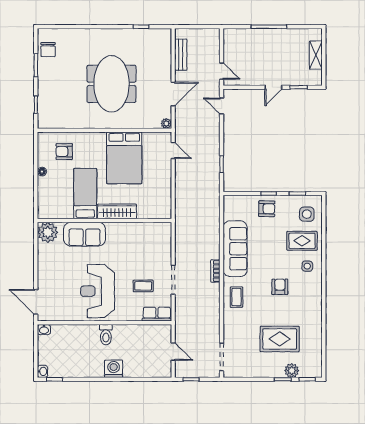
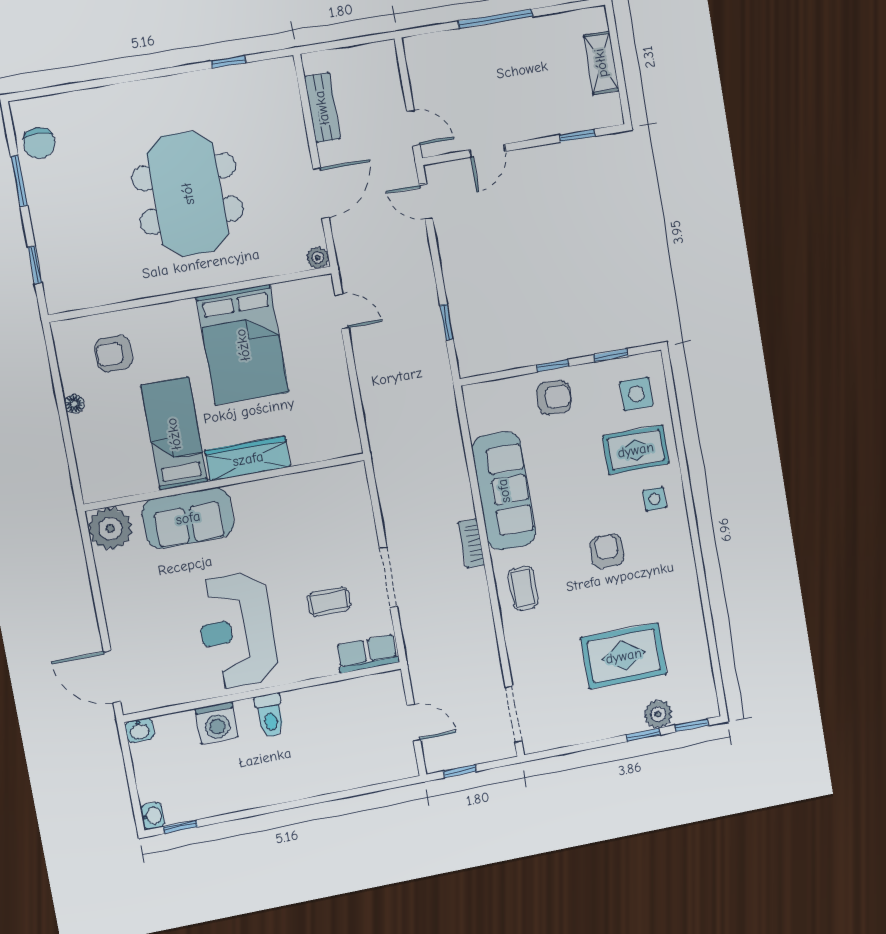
door: (273, 87) -> (488, 151), moved
washing machine: (114, 369) -> (217, 723), moved, turned 180

